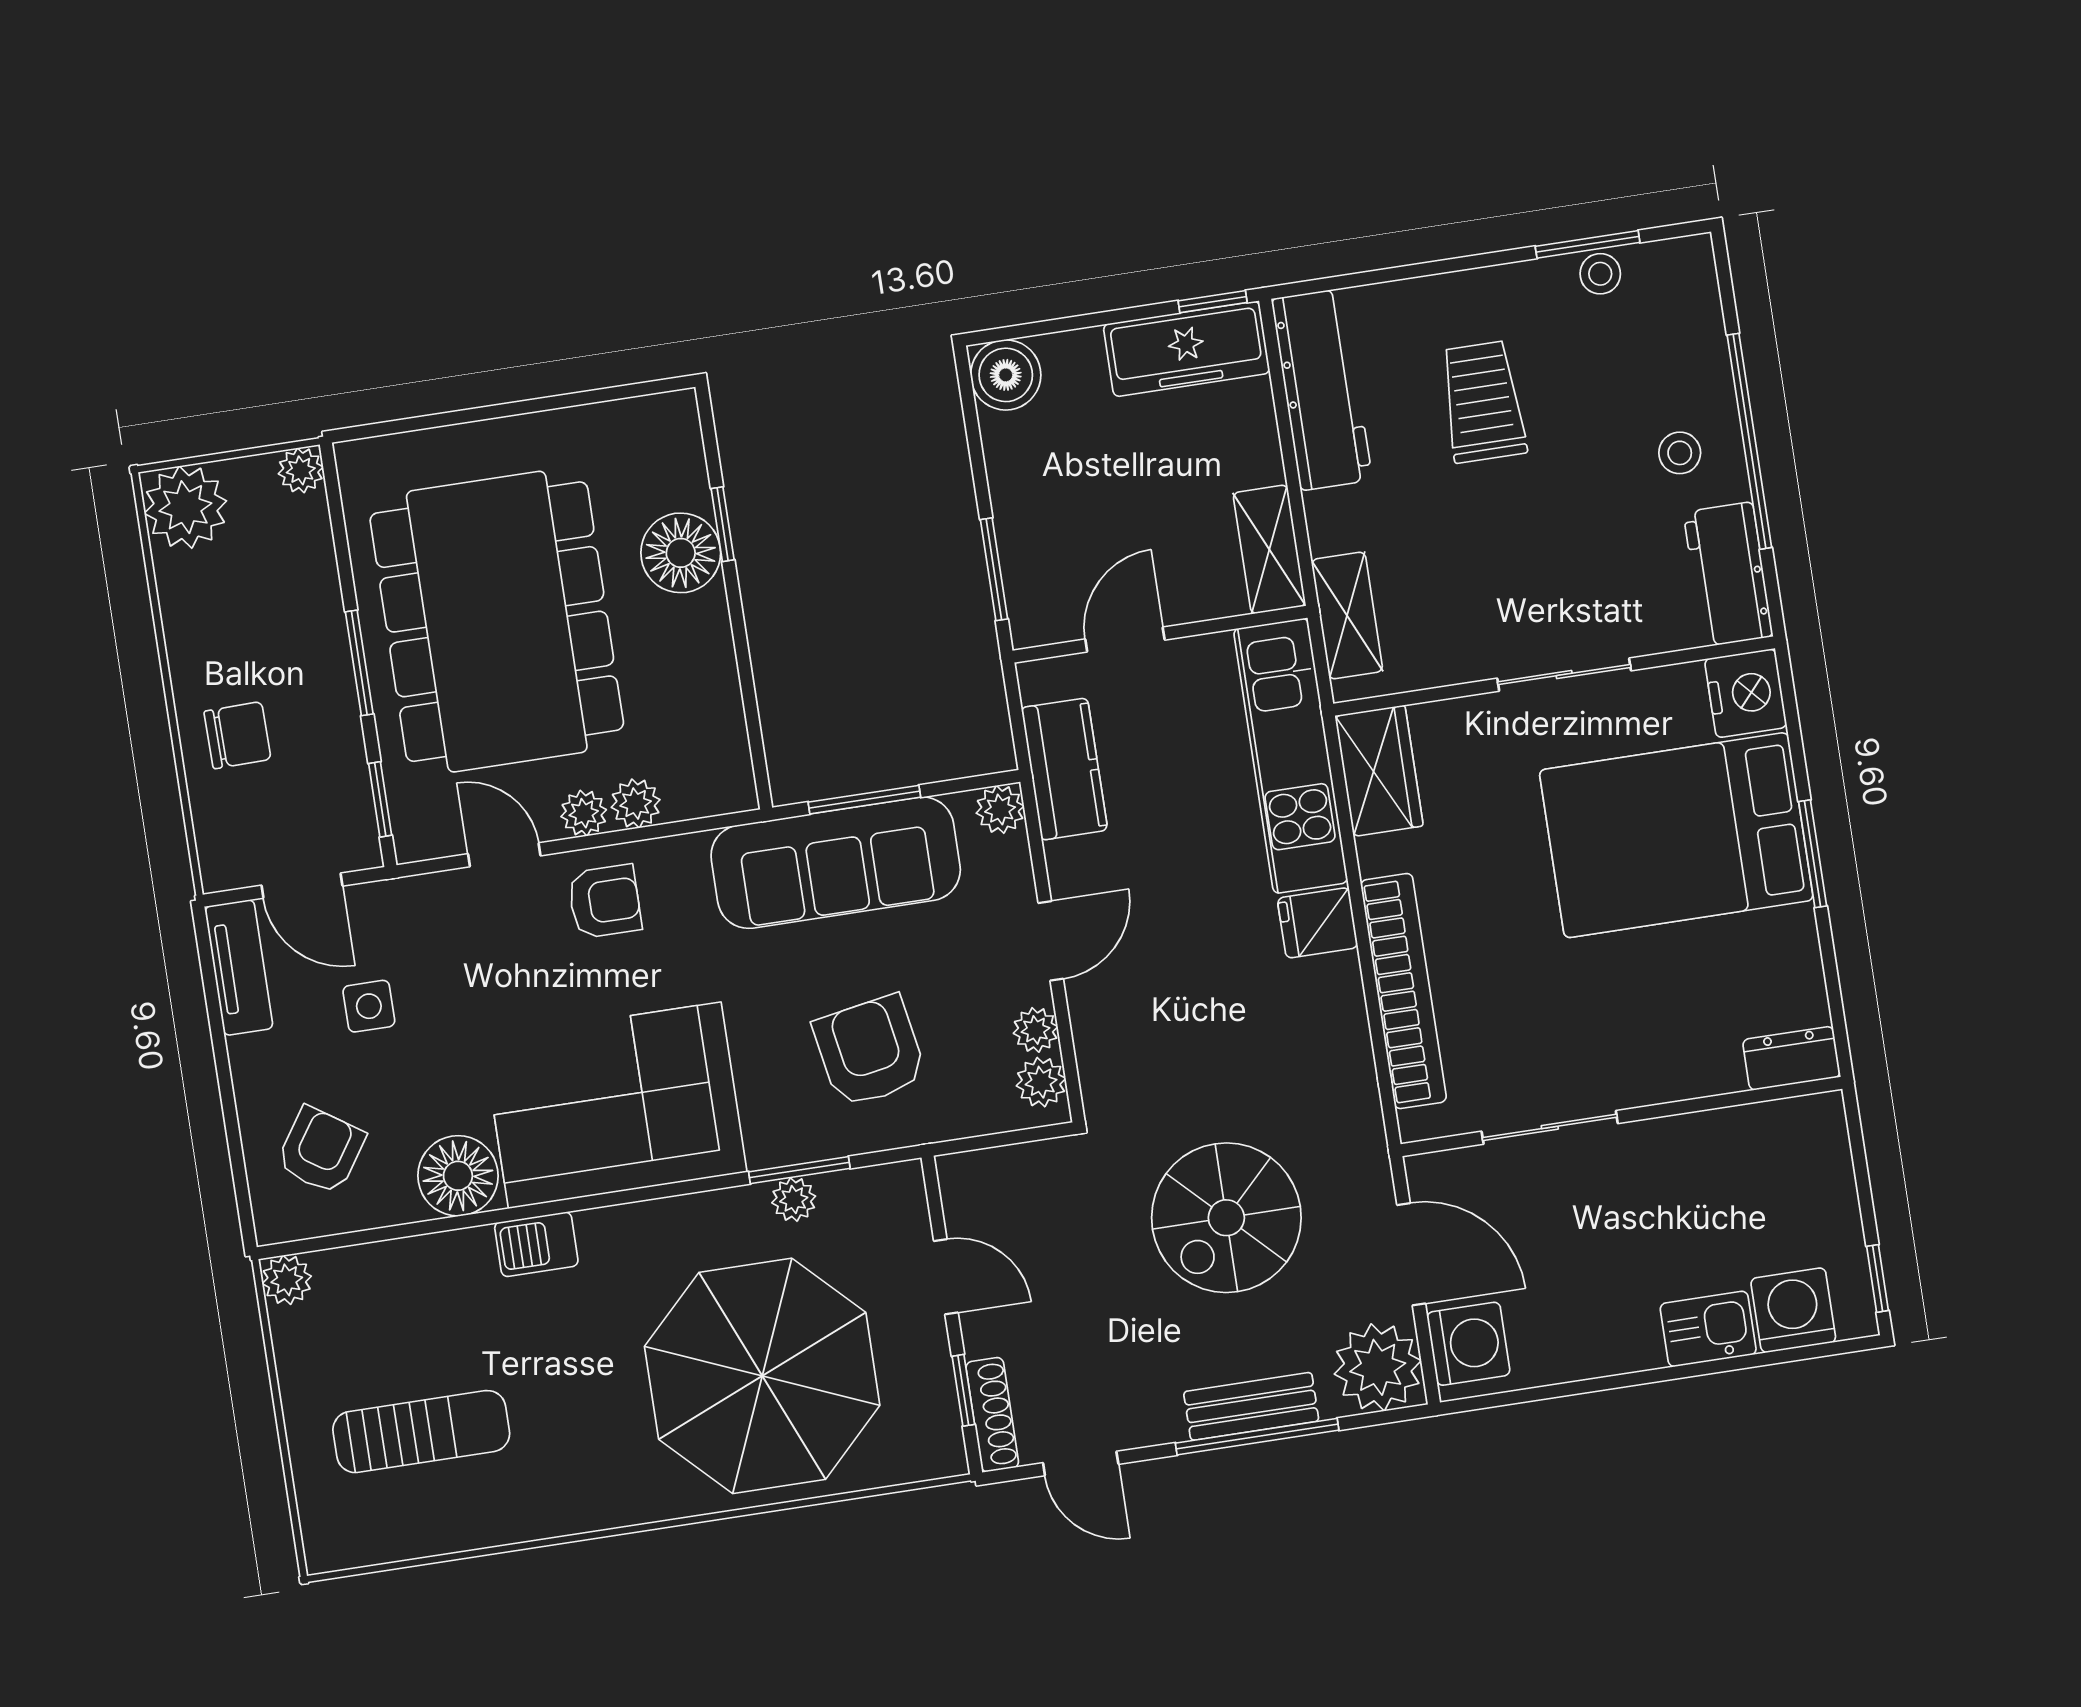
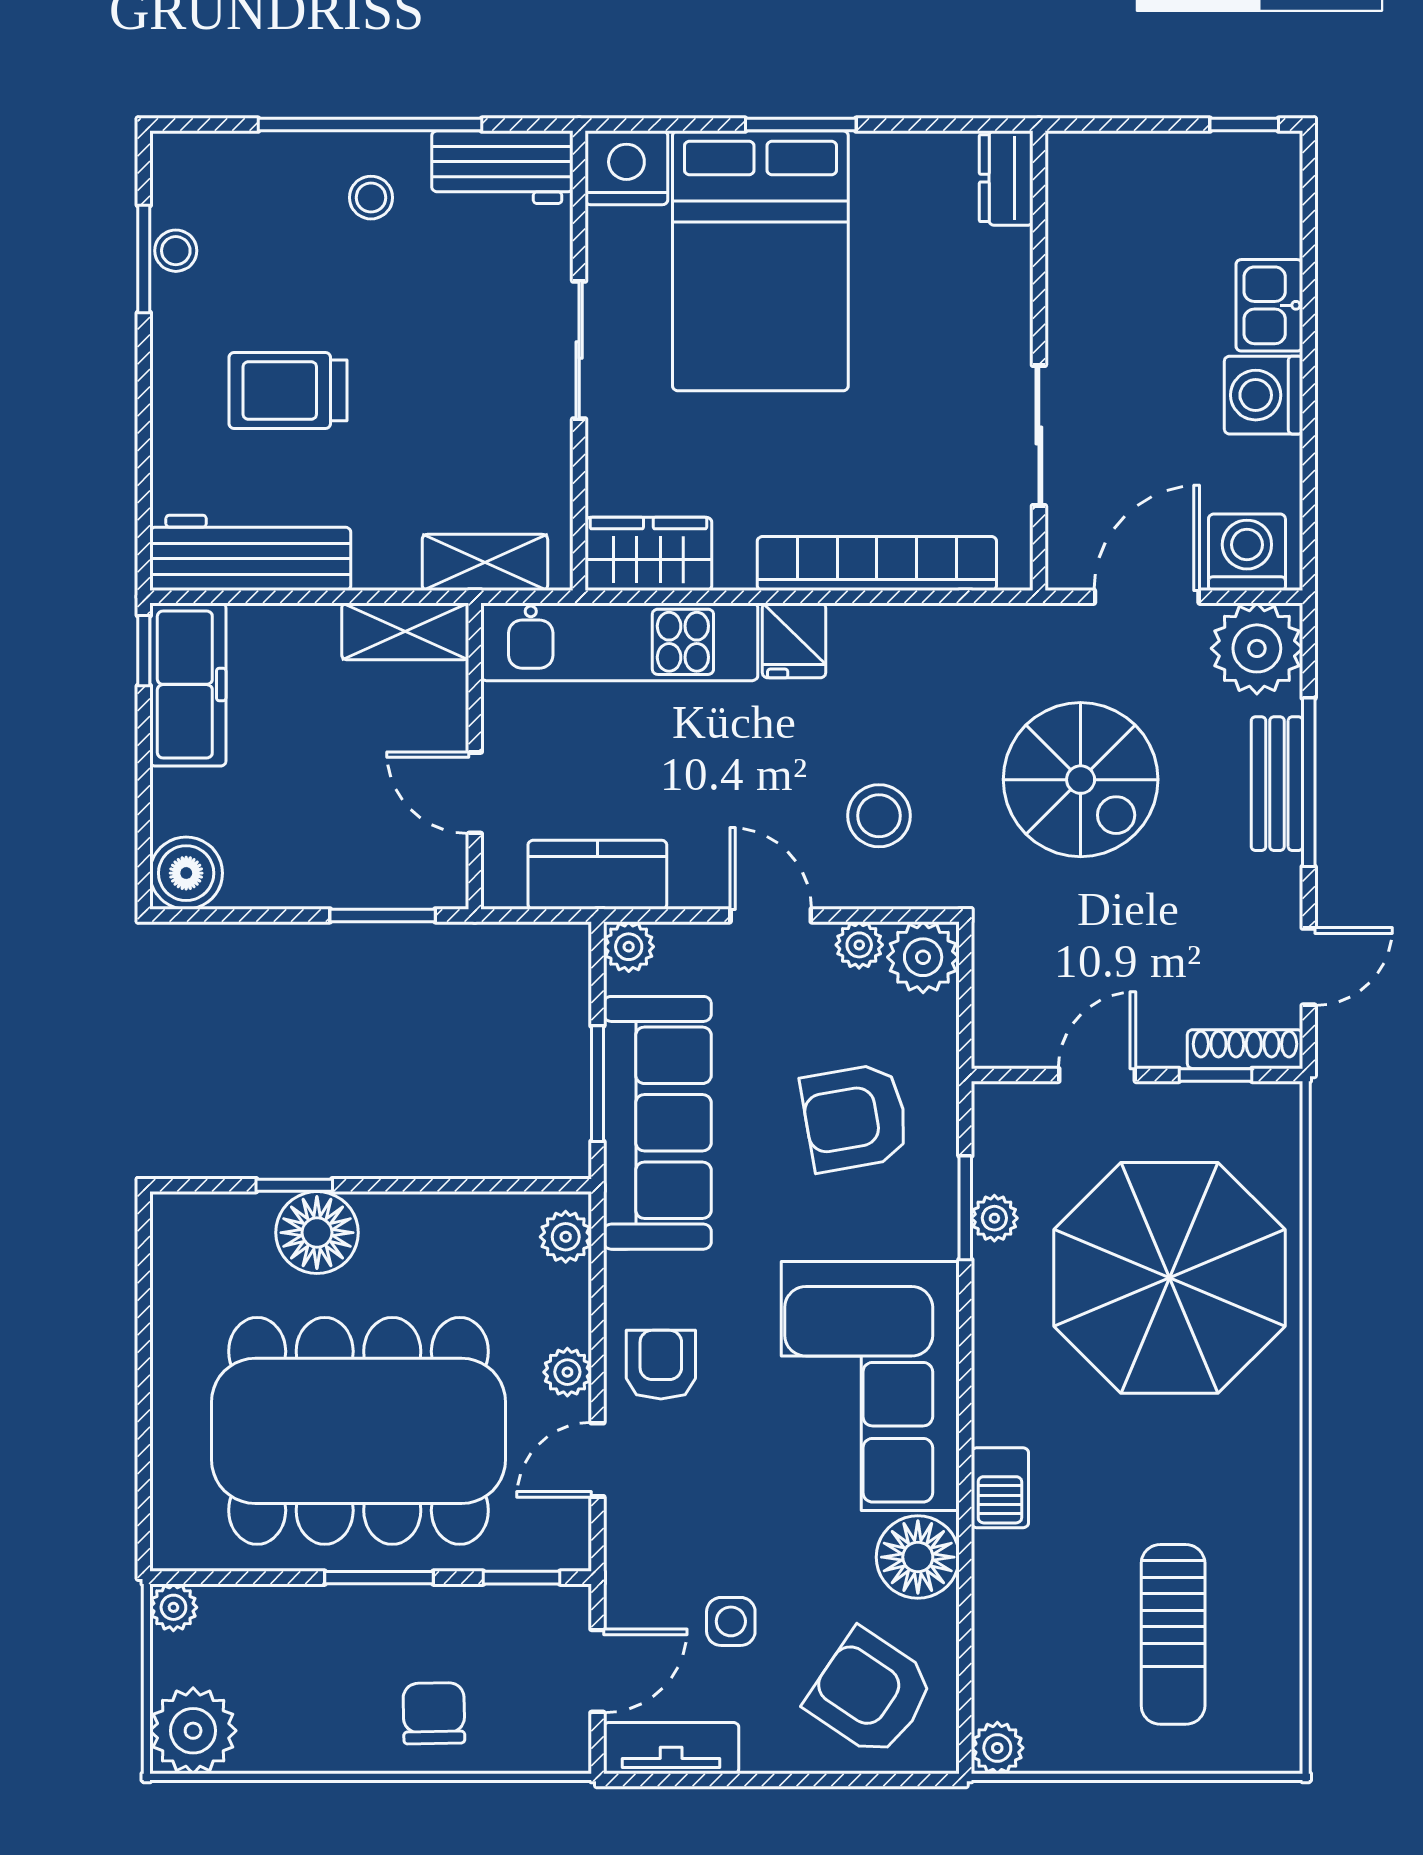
plant: (636, 803) -> (566, 1237), moved
stool: (1162, 1030) -> (879, 816), added
plant: (1041, 1082) -> (923, 957), width x1.38, depth x1.38
armchair: (321, 1150) -> (870, 1693), width x1.38, depth x1.38
washing machine: (1793, 1310) -> (1263, 395), moved
sun lounger: (421, 1432) -> (1173, 1634), turned 180

